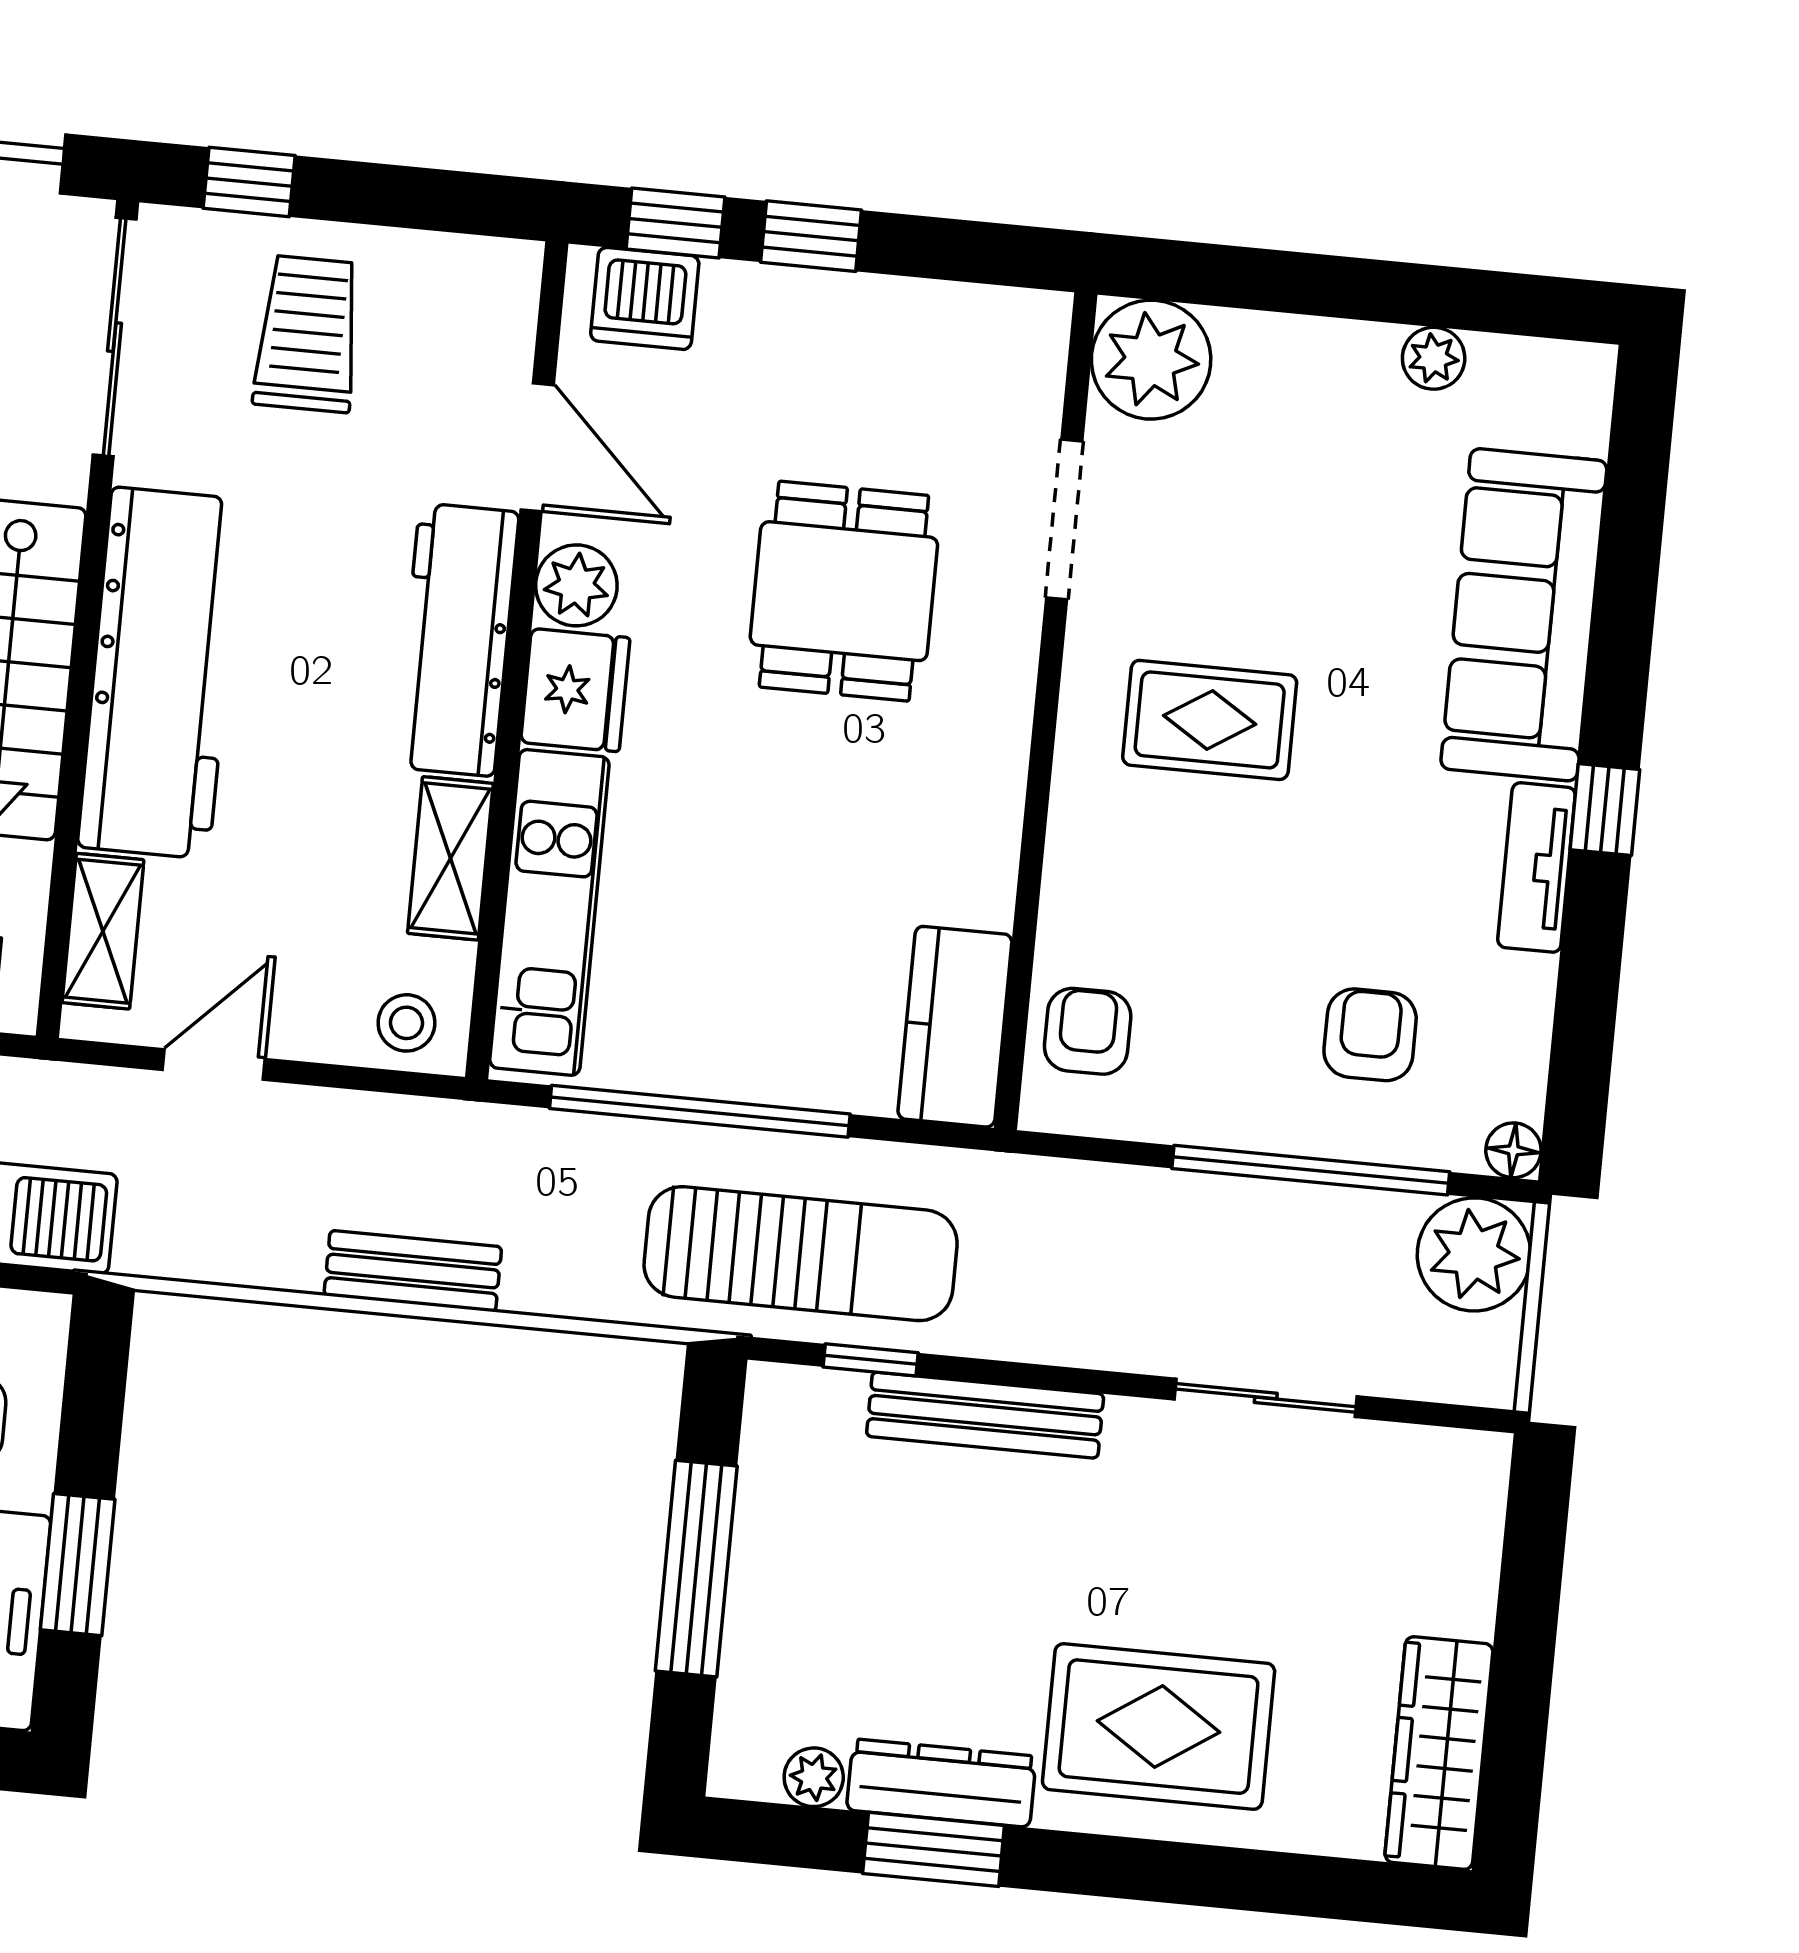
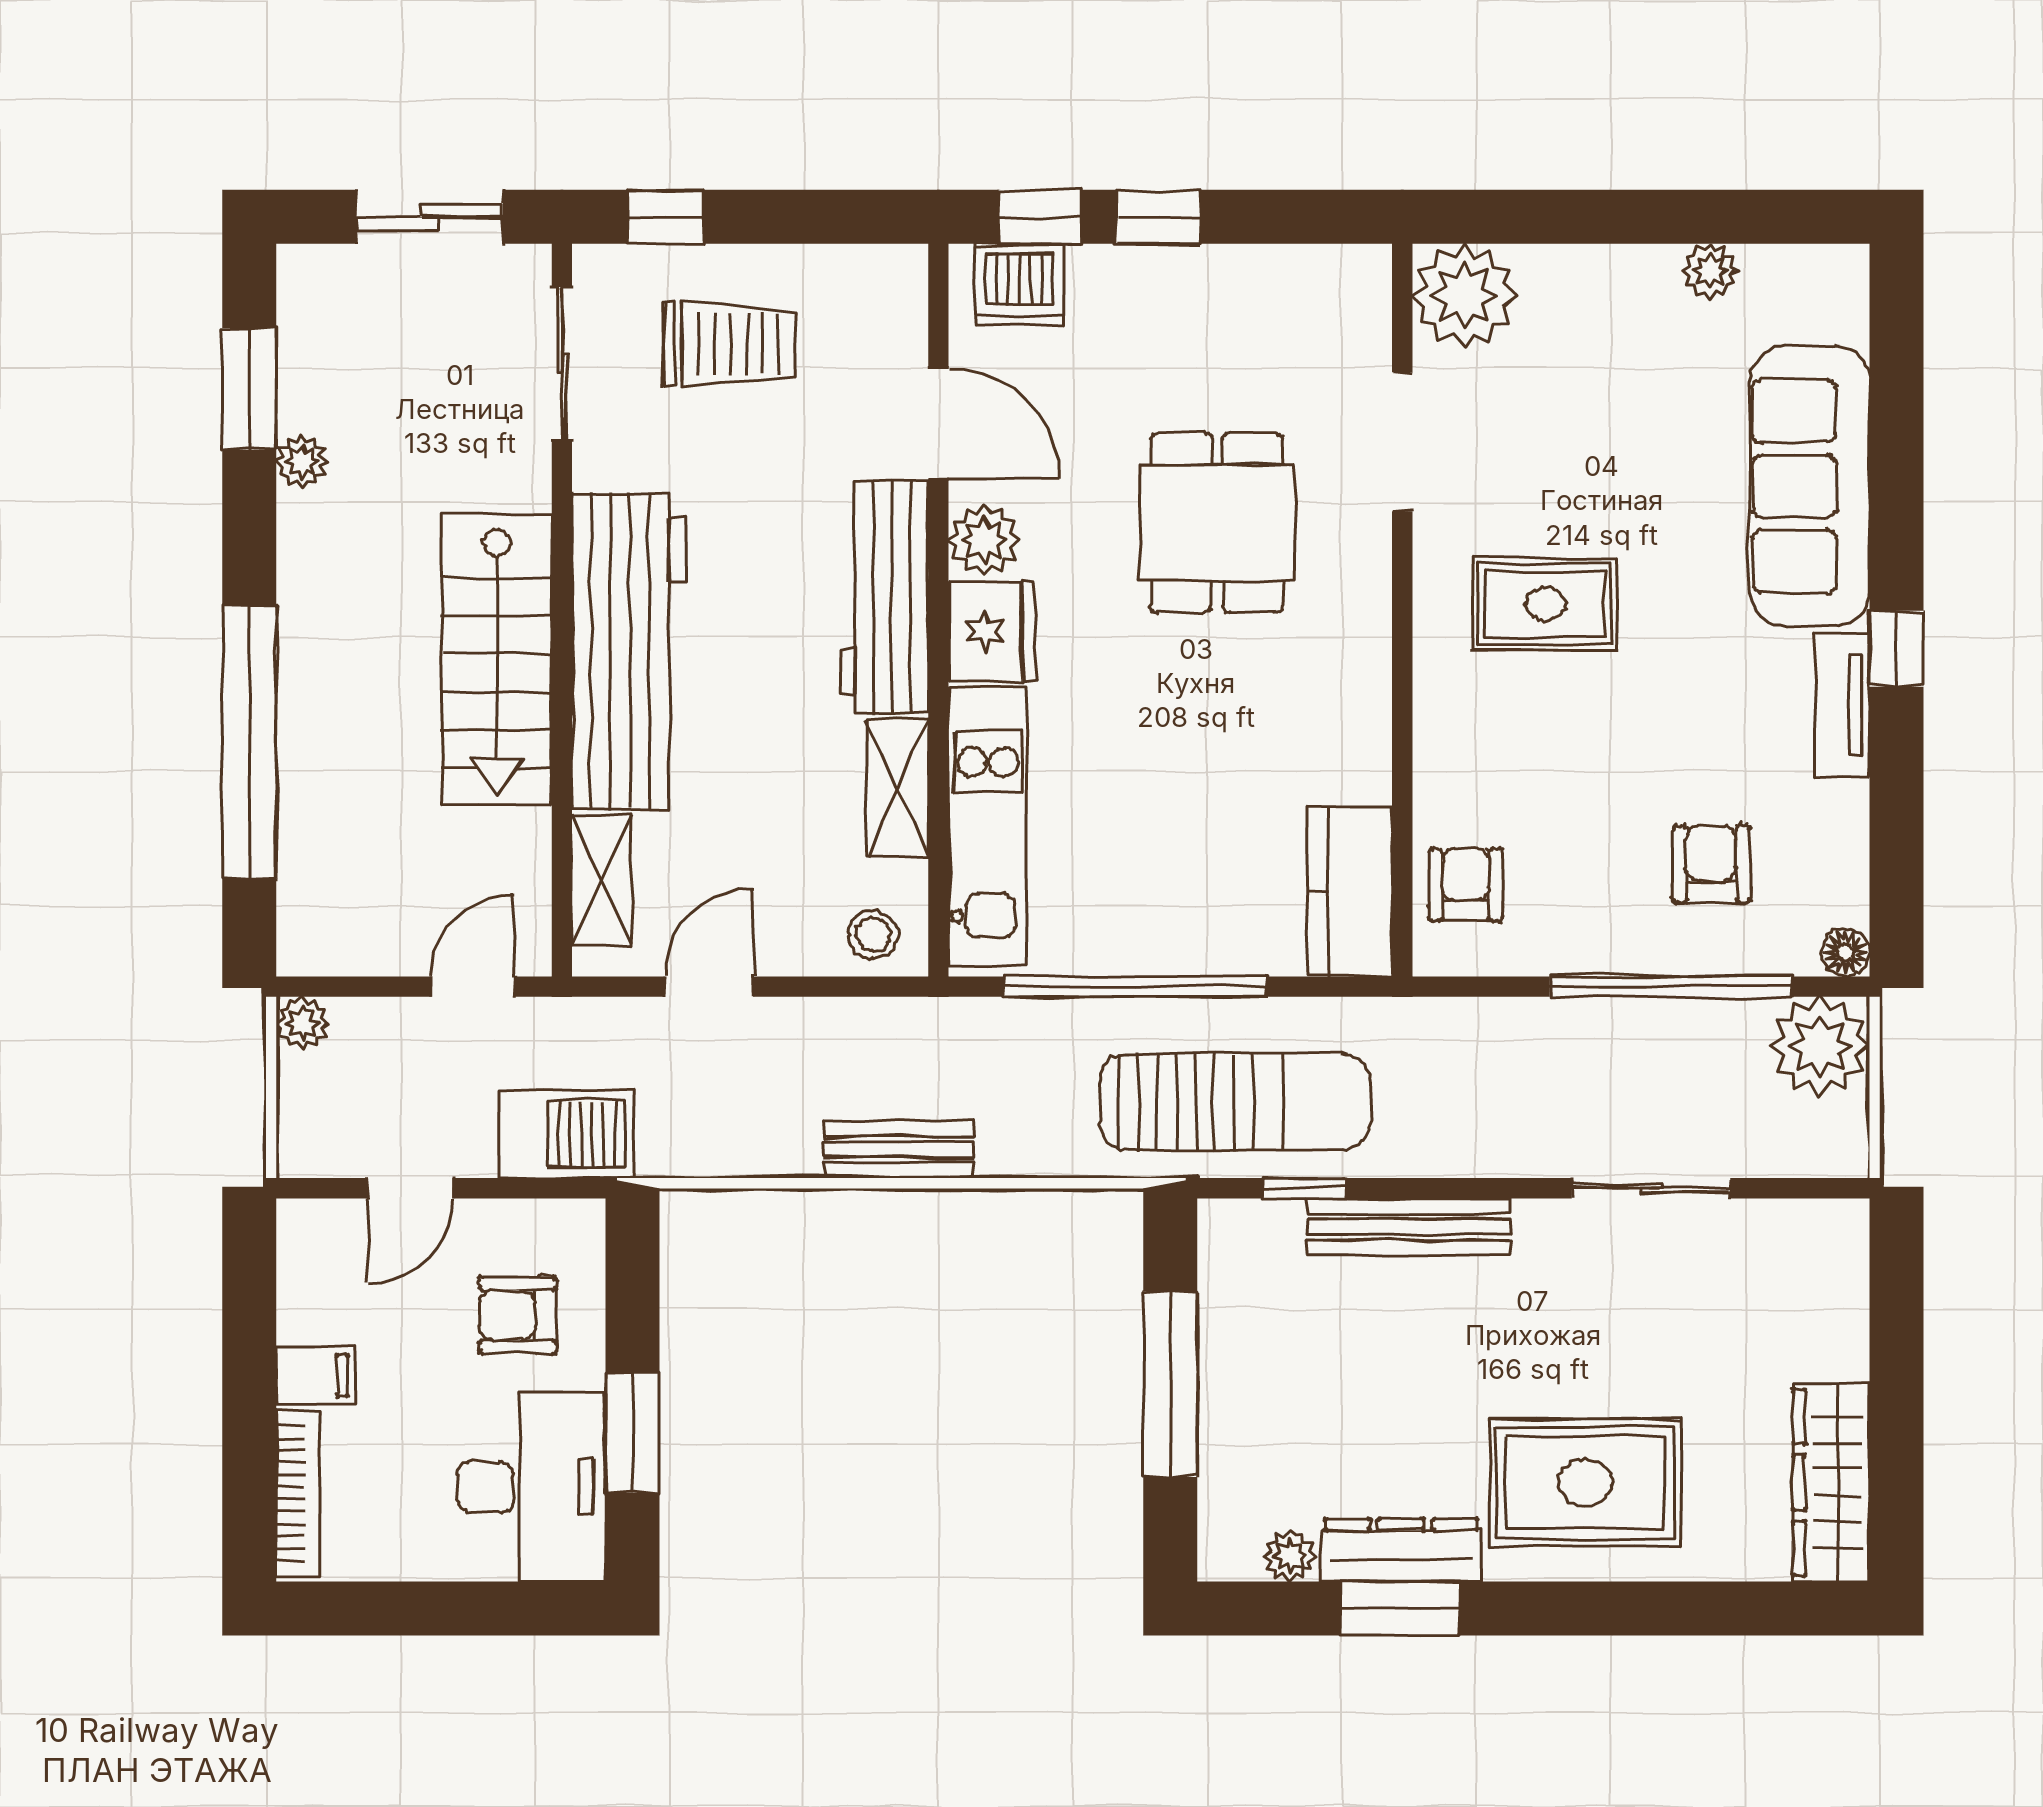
trolley: (308, 334) -> (729, 344), turned 90
sliding door: (115, 337) -> (562, 363), width x0.73

